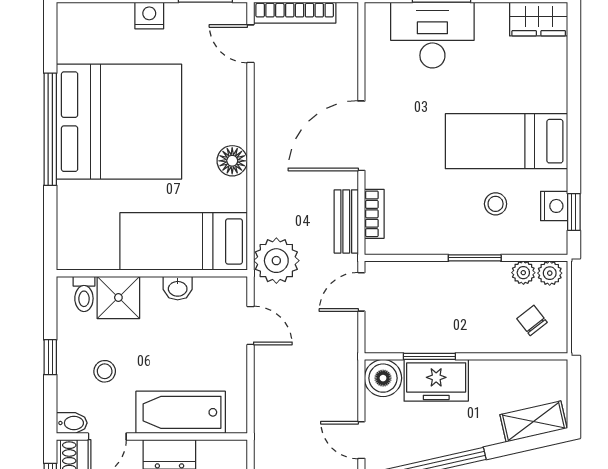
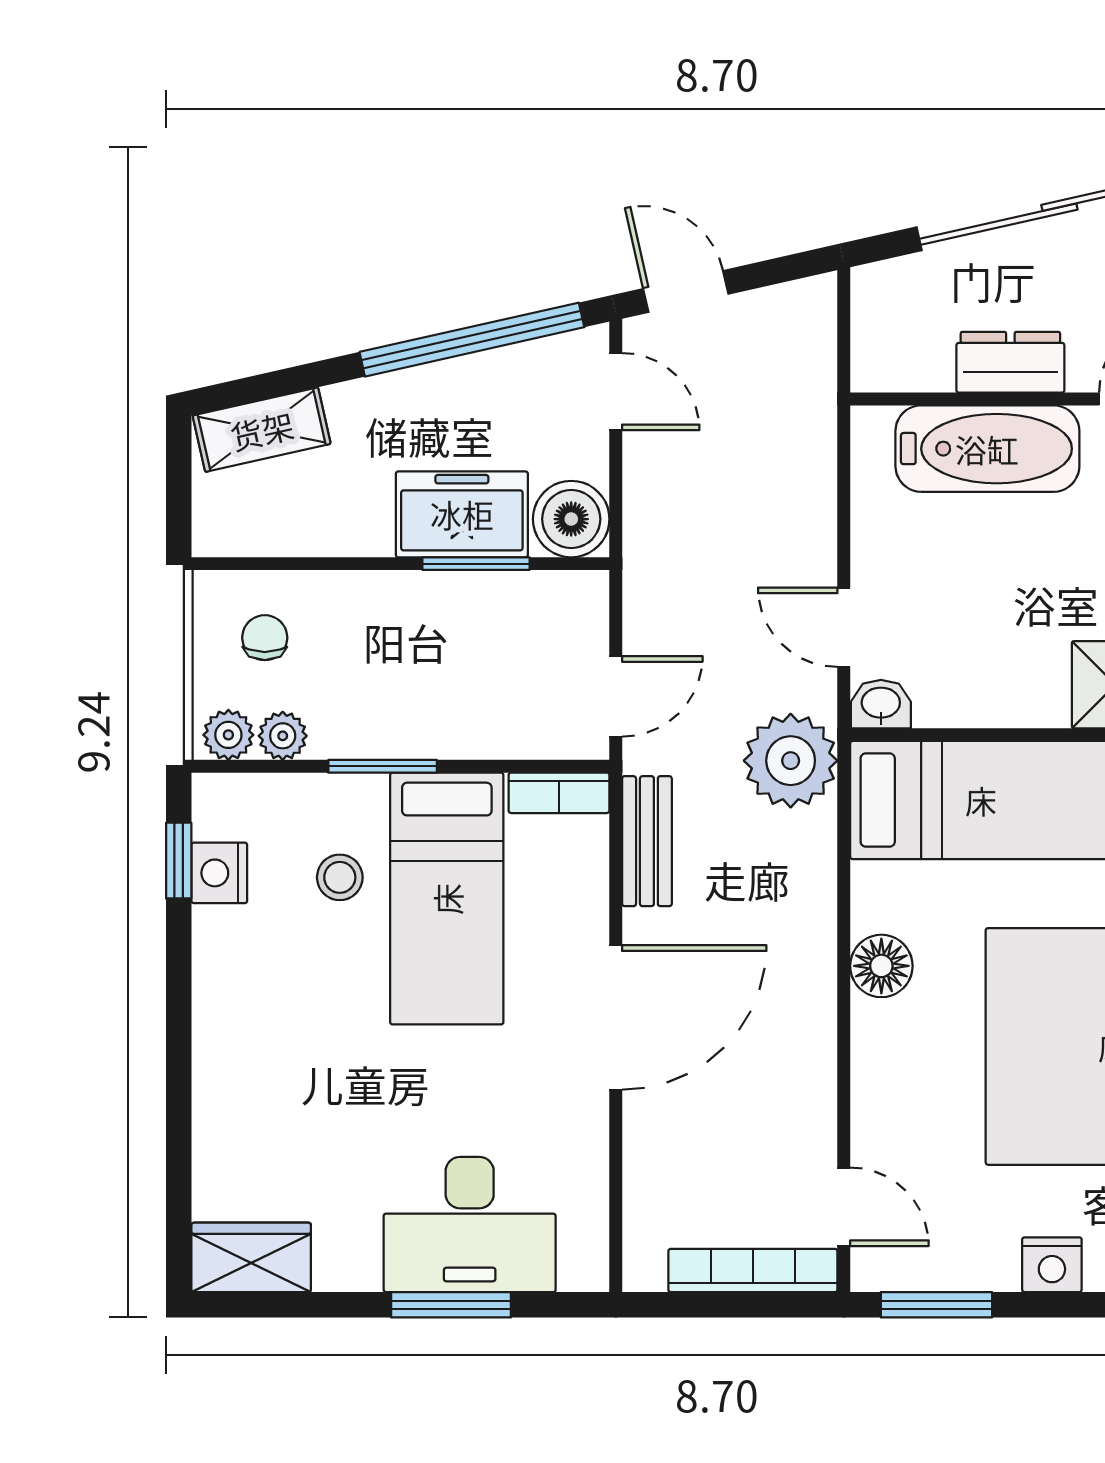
bed: (507, 141) -> (447, 899), moved, turned 90
bookcase: (374, 214) -> (559, 793), moved, turned -90
washbasin: (178, 288) -> (881, 704), moved
chair: (532, 320) -> (265, 638), turned -142

